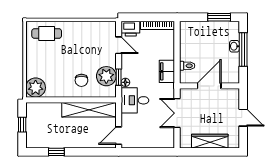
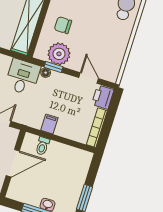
door: (119, 45) -> (89, 78), swing flipped
filing cabinet: (167, 71) -> (49, 124), width x0.50
door: (209, 86) -> (13, 163), hinge flipped

